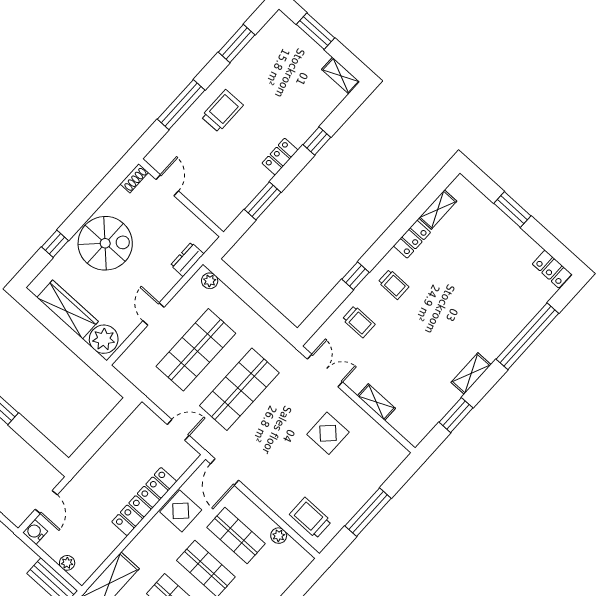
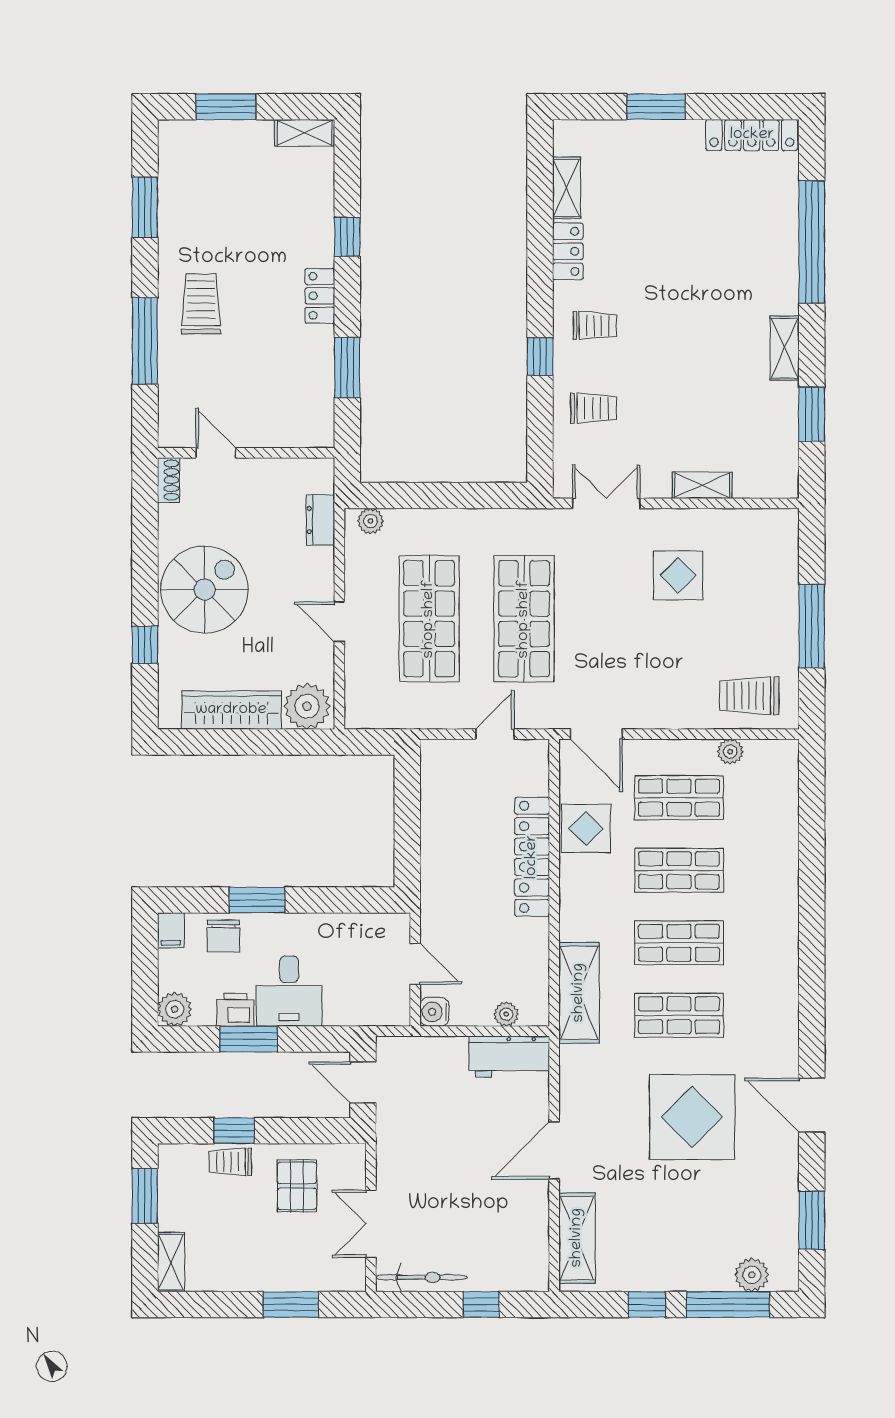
locker: (552, 269) -> (752, 135), width x1.53

